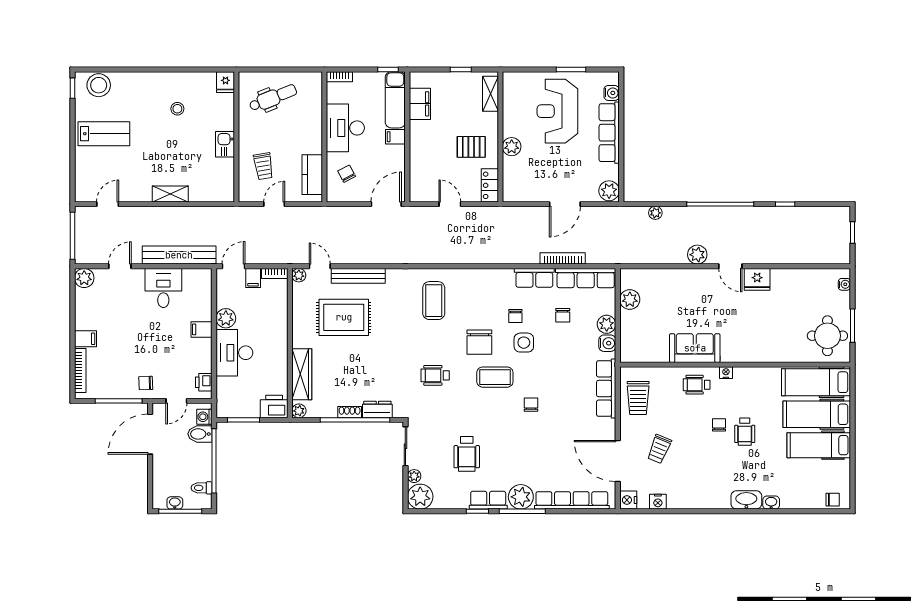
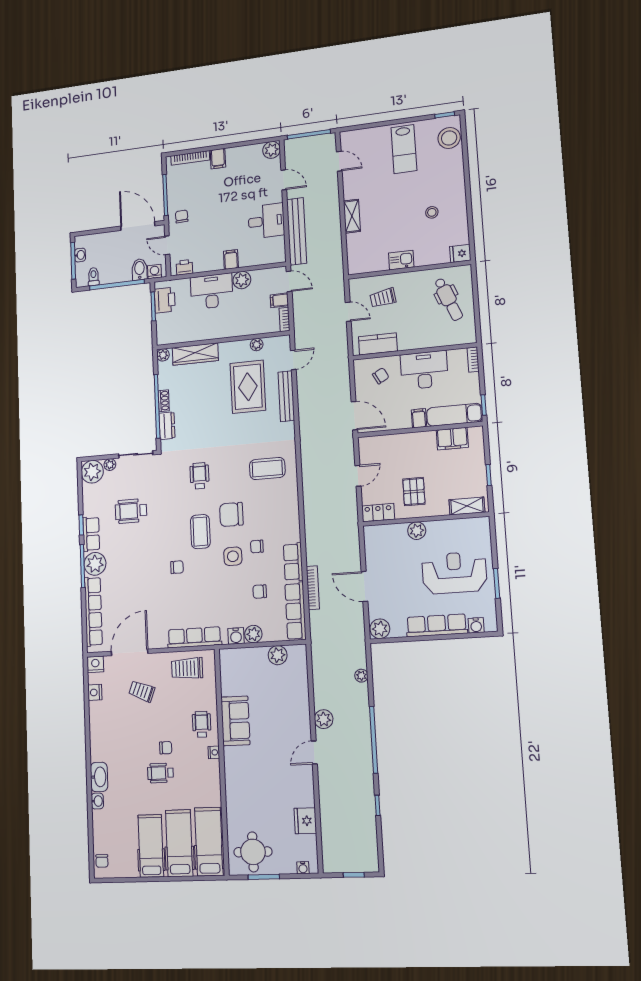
plant: (299, 275) -> (257, 345), moved
fridge: (757, 279) -> (305, 821), moved
printer: (274, 406) -> (165, 300), moved

